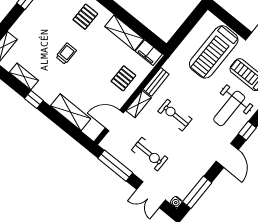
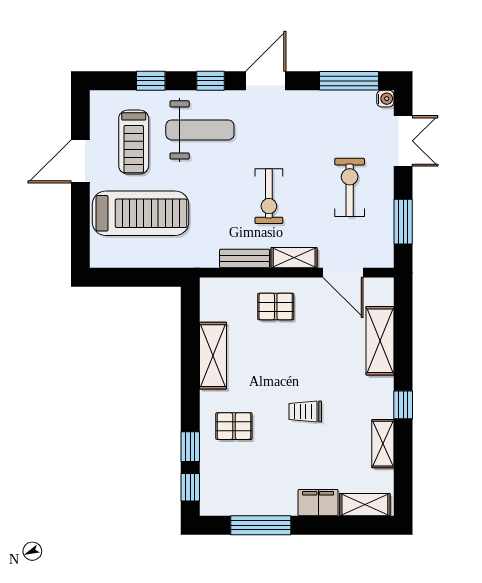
filing cabinet: (149, 53) -> (318, 503), moved, turned -90
window: (115, 166) -> (403, 222), width x0.69

